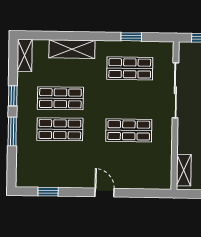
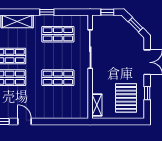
window: (131, 37) -> (47, 12), moved
door: (105, 193) -> (25, 122), moved

